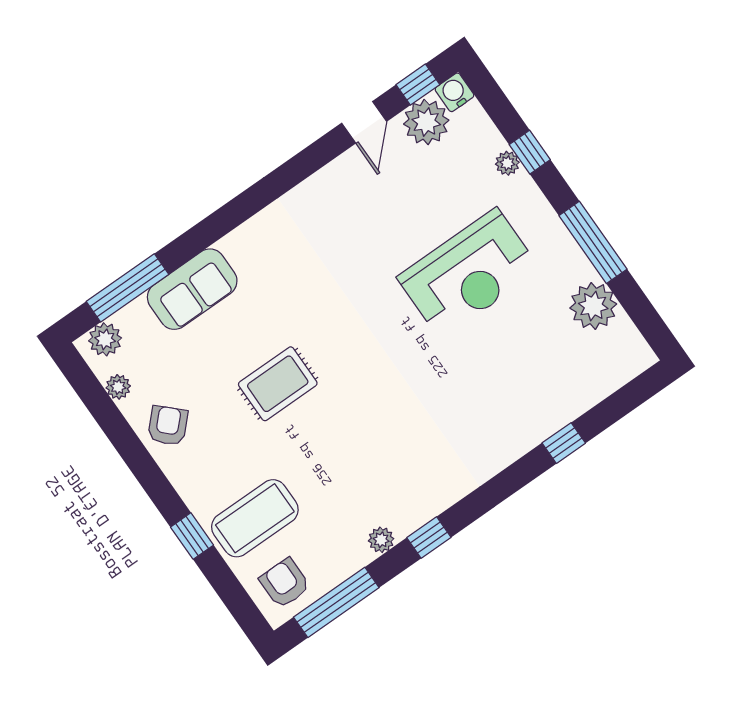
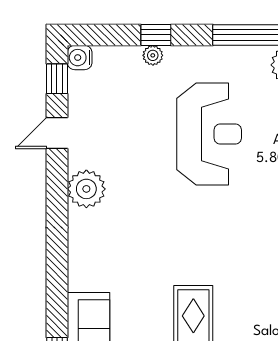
door: (364, 122) -> (57, 133), swing flipped
plant: (426, 122) -> (86, 189), moved

